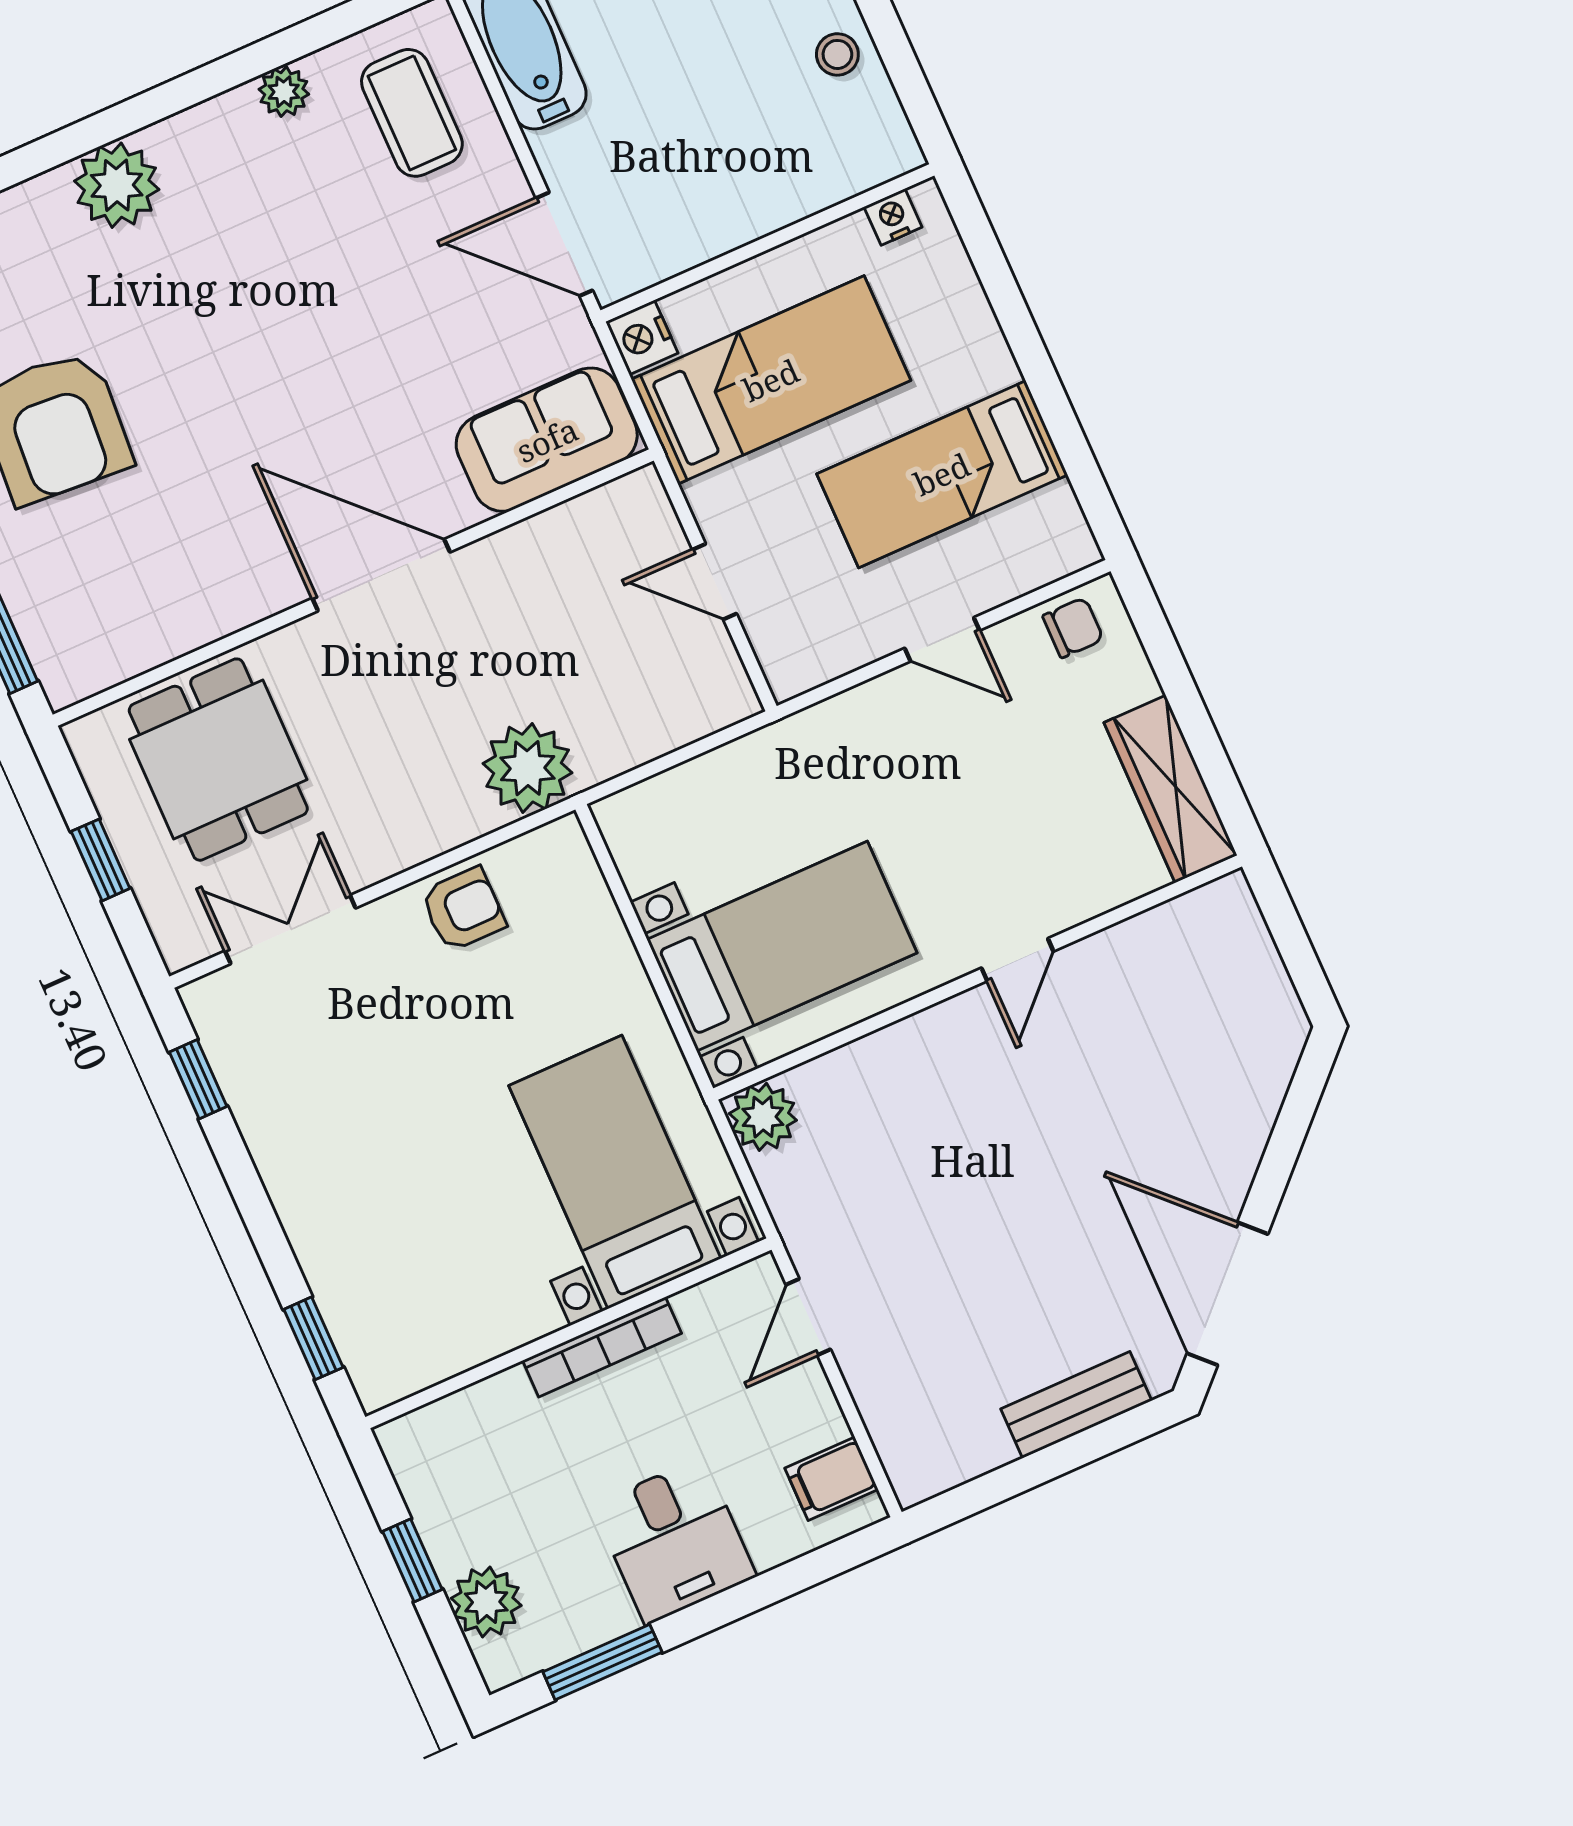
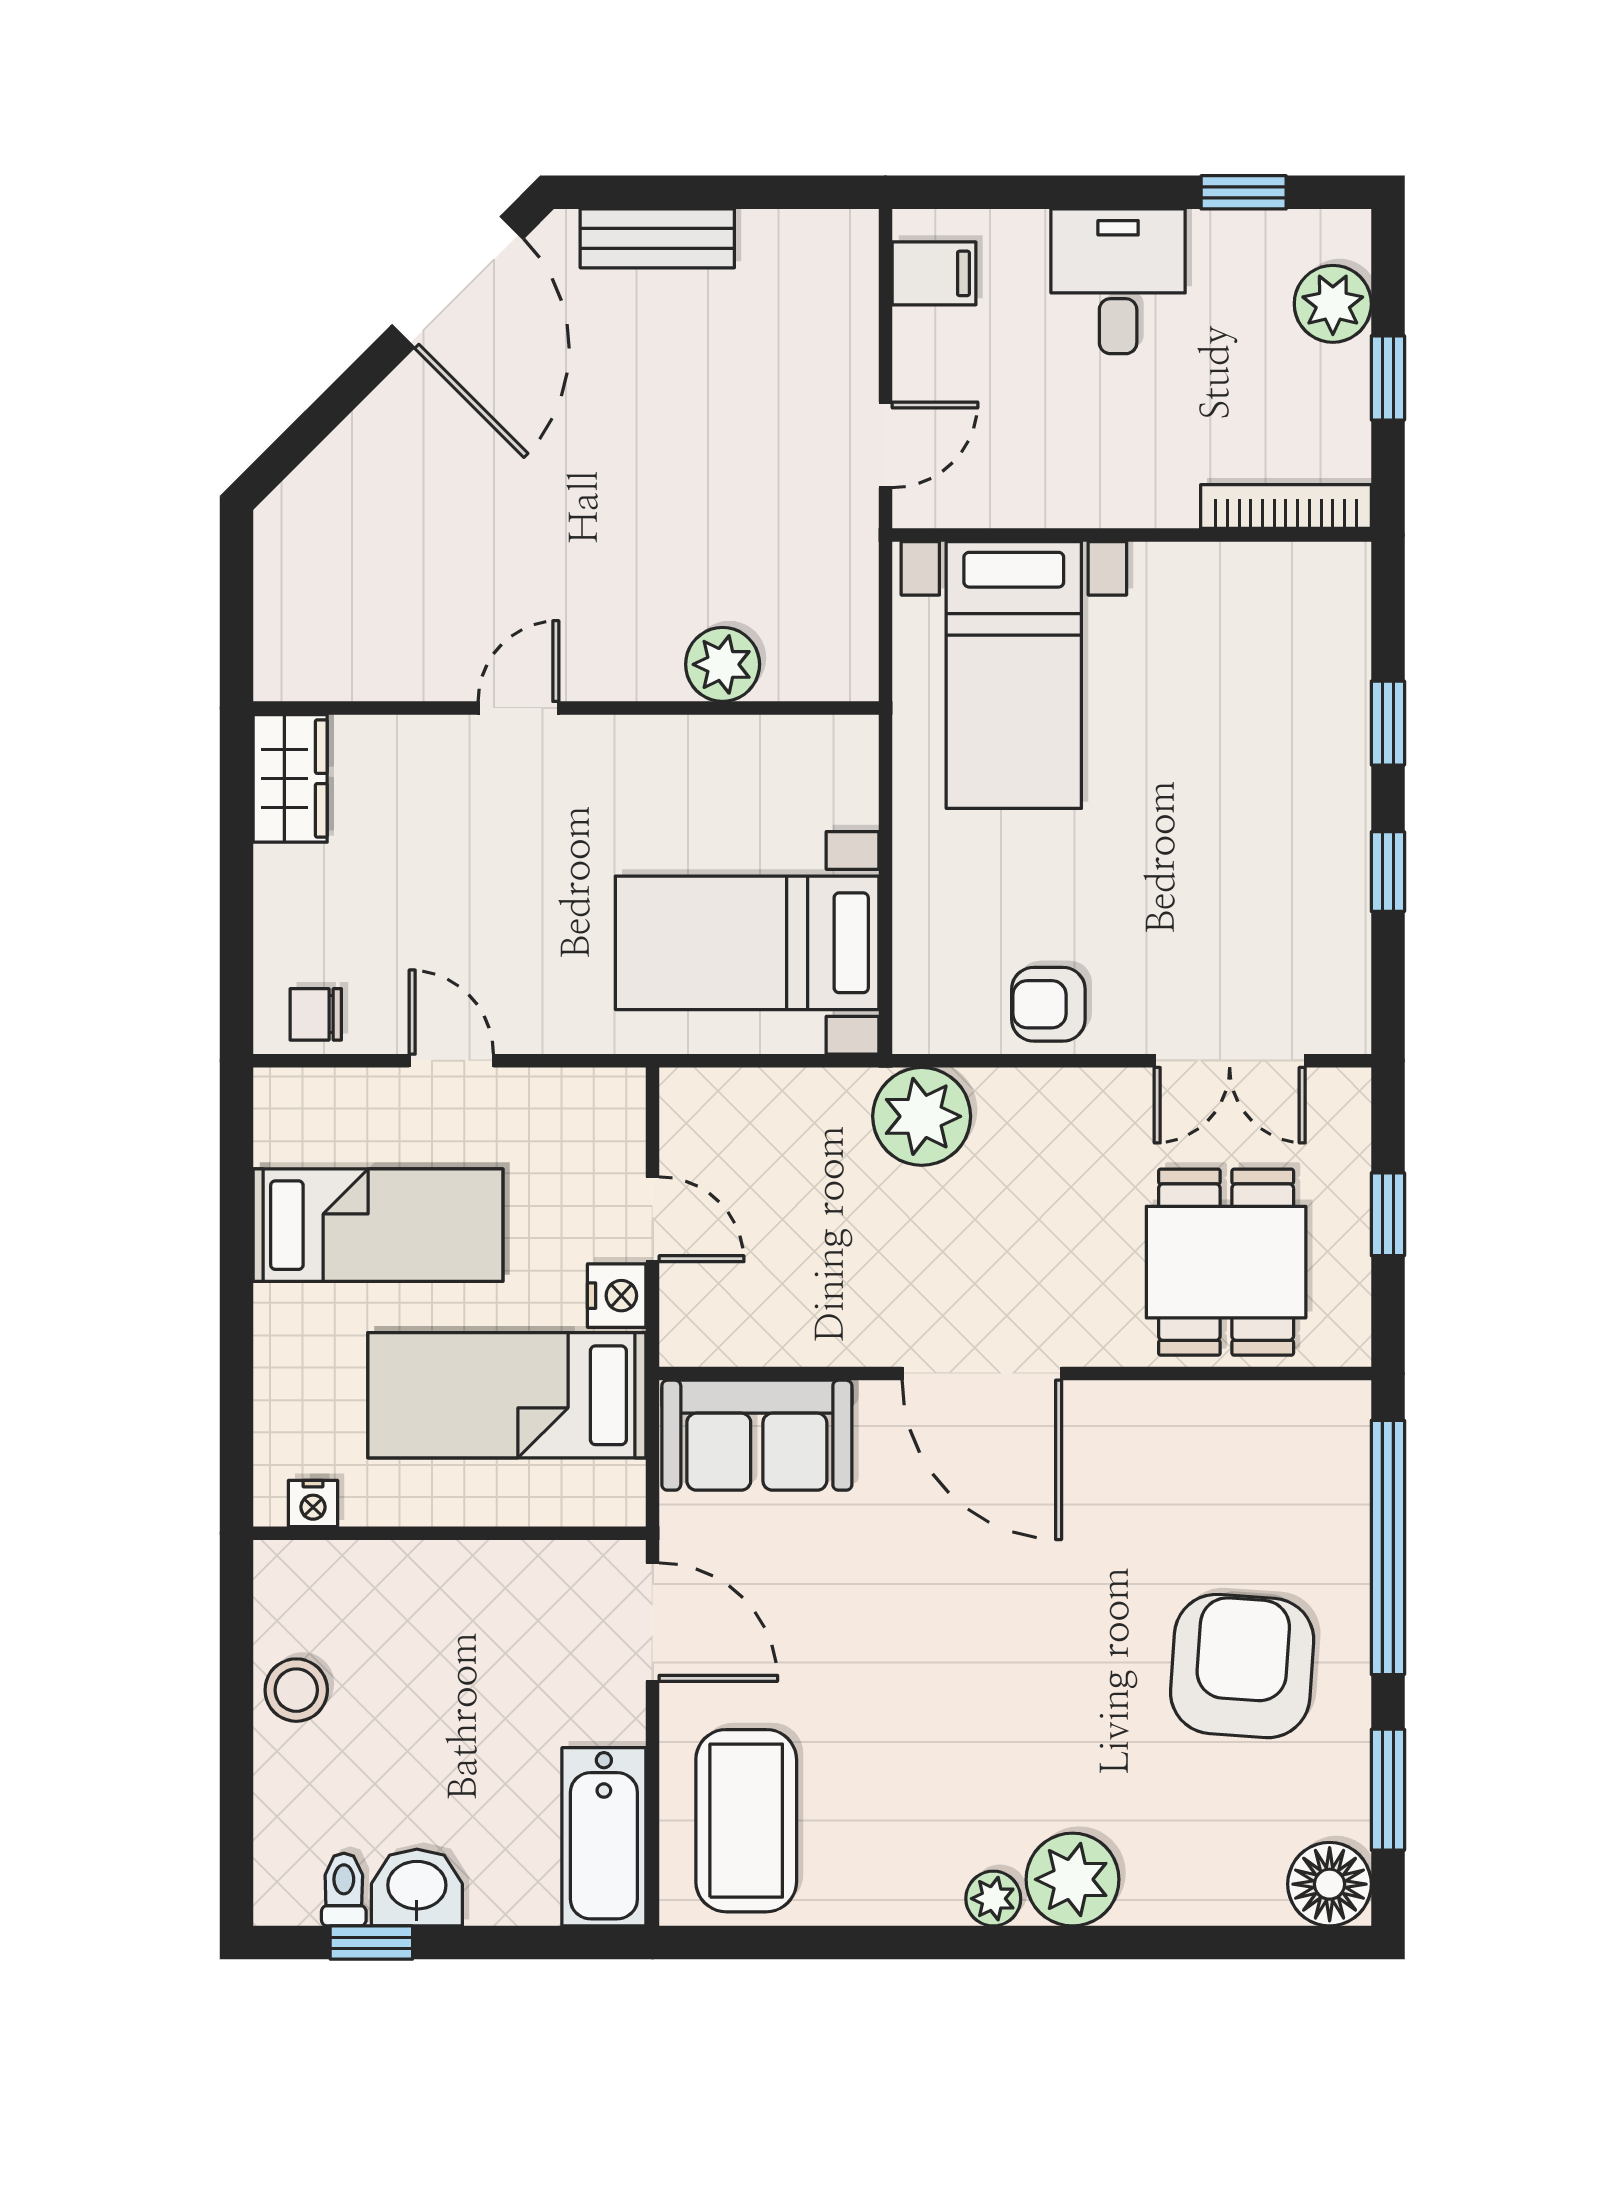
stool: (837, 54) -> (296, 1690), width x1.37, depth x1.37
plant: (284, 92) -> (993, 1899), moved
coffee table: (412, 113) -> (746, 1821), width x1.36, depth x1.32
nightstand: (642, 337) -> (617, 1296), moved
wardrobe: (1170, 789) -> (290, 778), width x0.67
bed with nightstands: (782, 946) -> (747, 943), moved
window: (198, 1079) -> (1388, 872), moved
plant: (763, 1117) -> (723, 664), moved
window: (313, 1338) -> (1388, 723), moved
bookcase: (602, 1347) -> (1286, 507), moved
window: (602, 1662) -> (1244, 192), width x0.67

